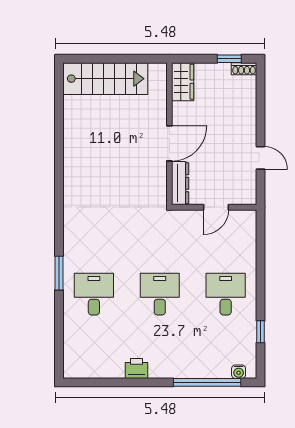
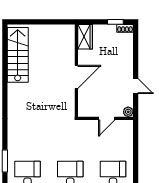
stairs: (105, 79) -> (18, 55), moved, turned -90
dresser: (180, 183) -> (83, 103), removed
plant: (249, 197) -> (128, 112), added

